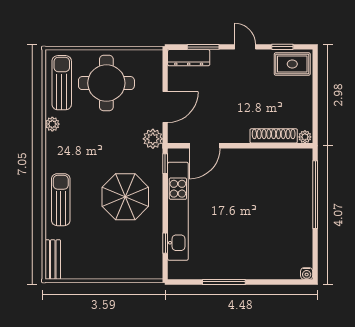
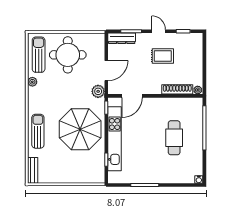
rug: (292, 64) -> (163, 56), moved
parasol: (125, 197) -> (80, 129), width x1.36, depth x1.36
cafe table: (269, 210) -> (174, 138), added

